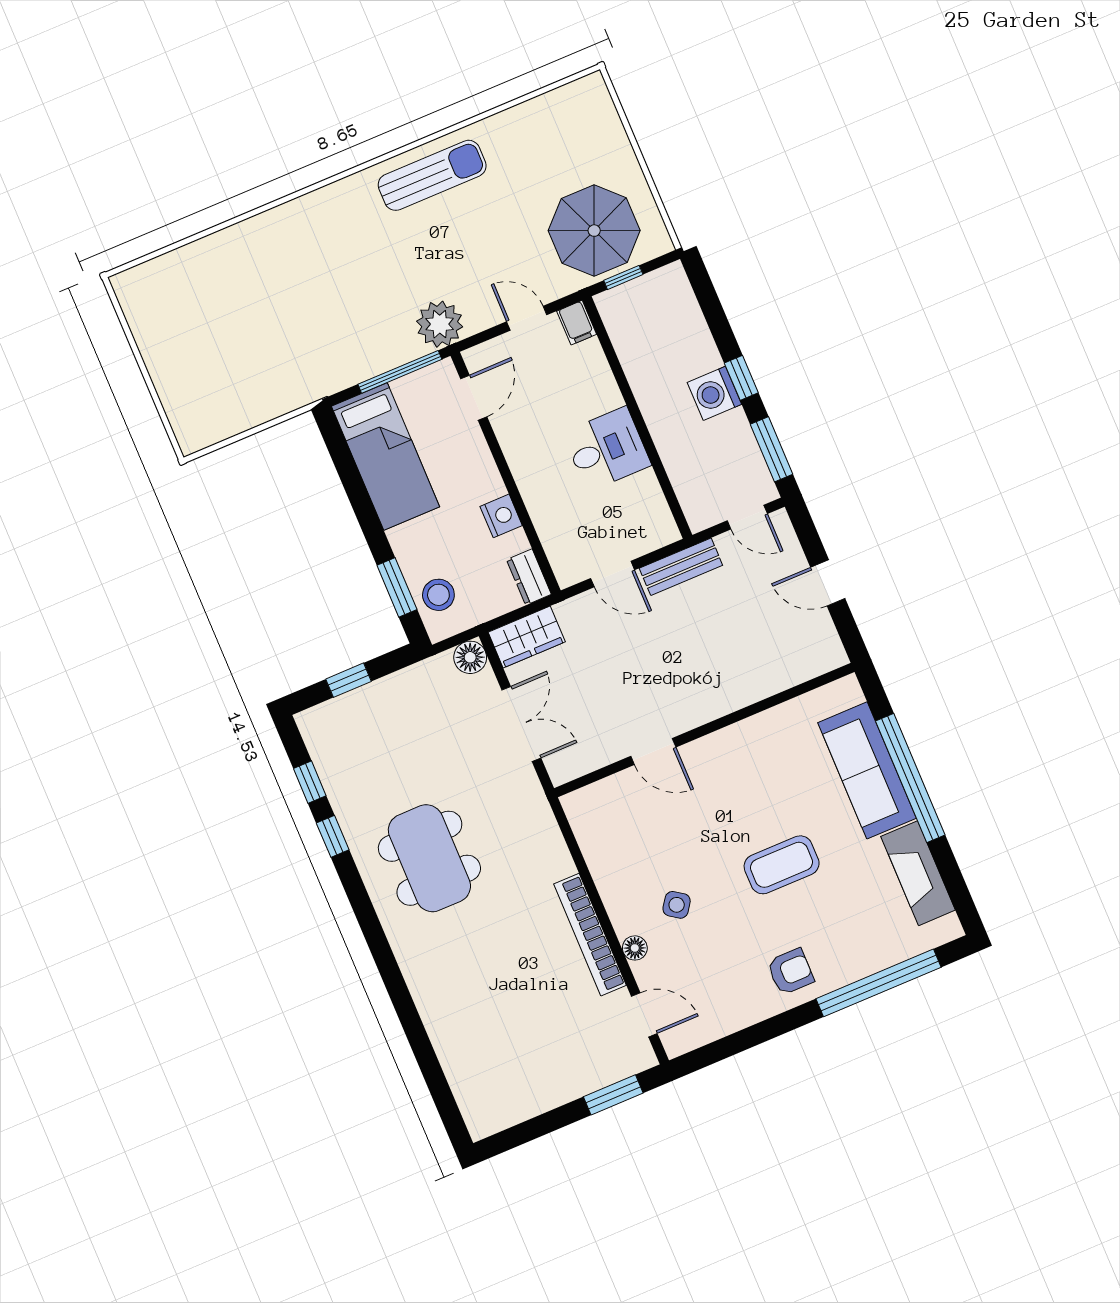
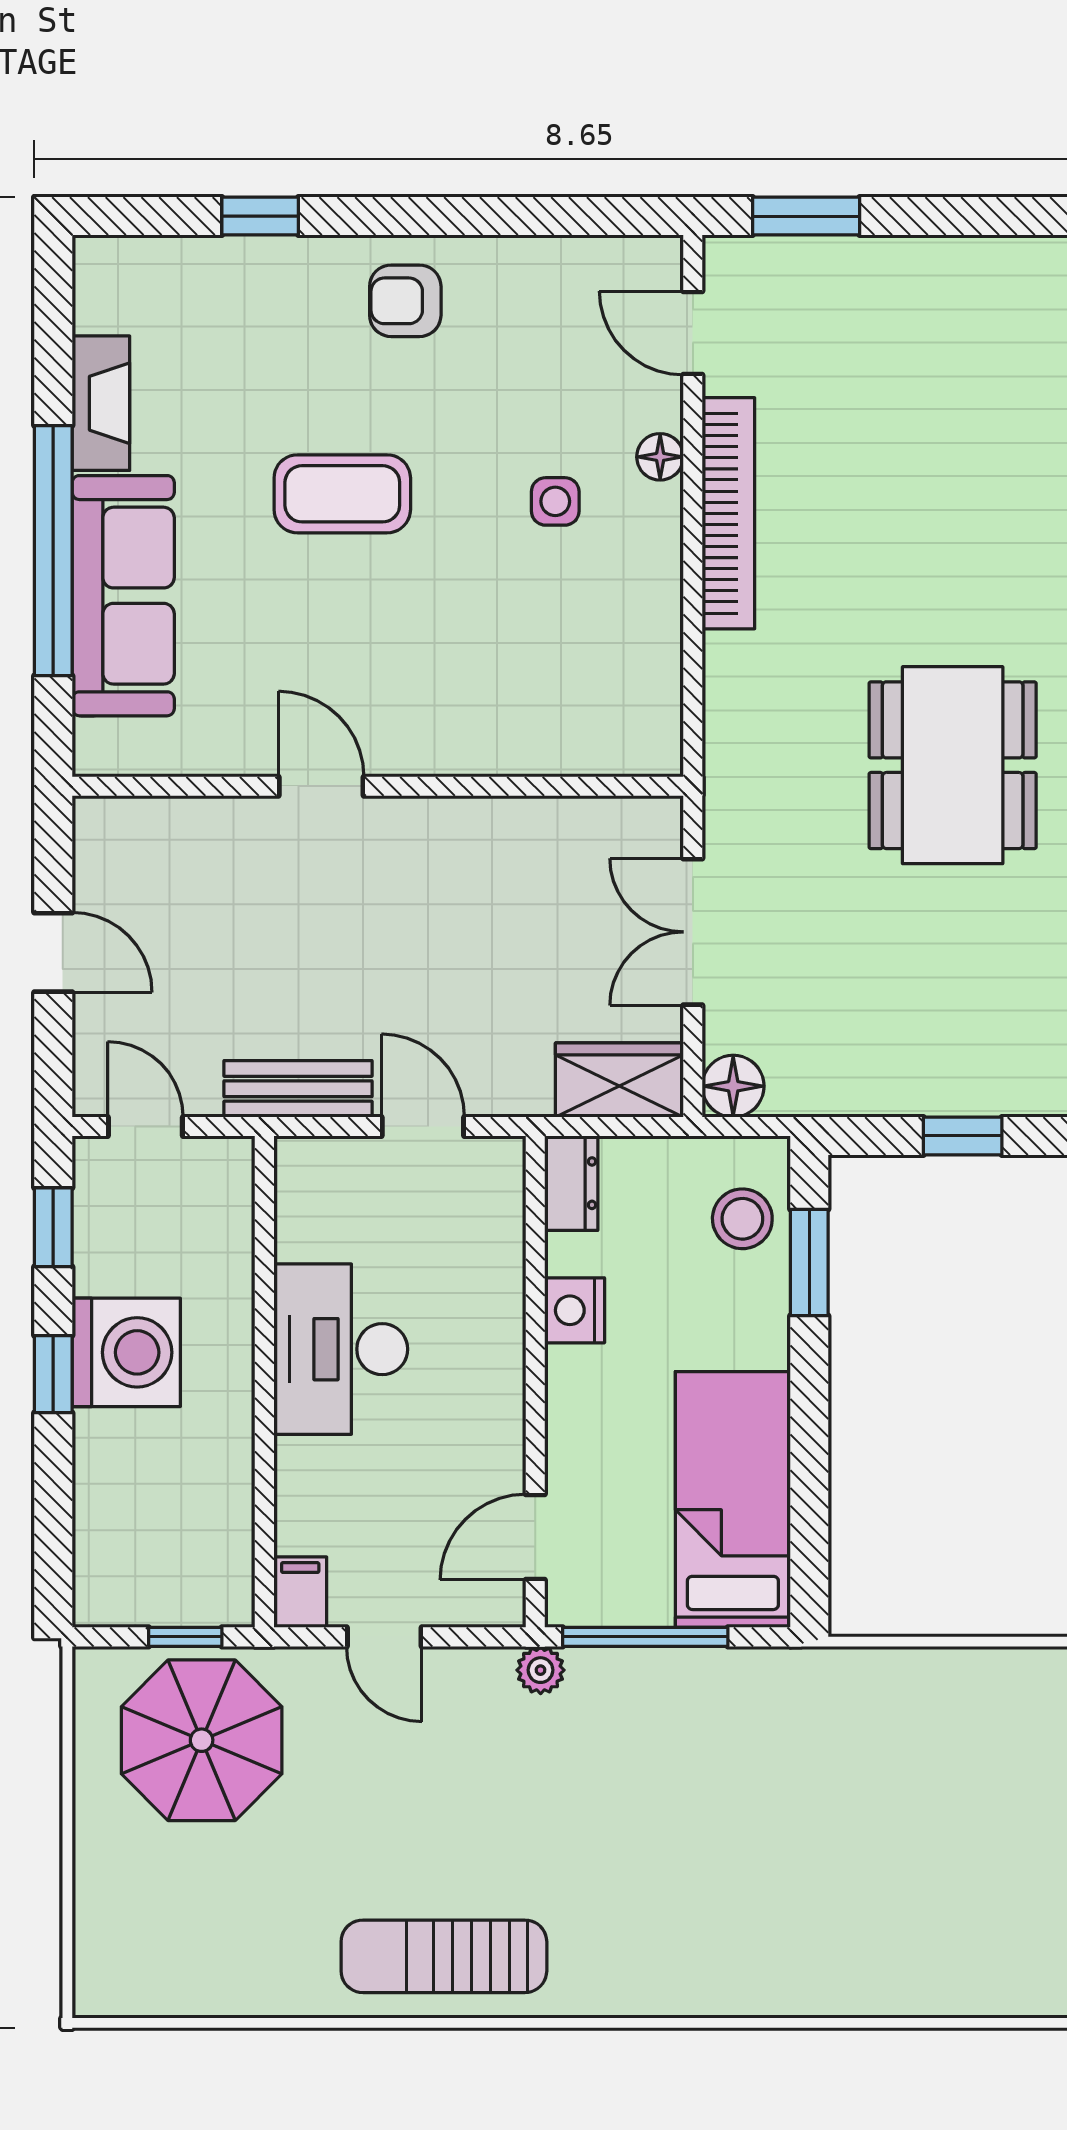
plant: (440, 324) -> (541, 1670), width x0.53, depth x0.53
washing machine: (714, 393) -> (126, 1352), width x1.37, depth x1.37
desk: (607, 449) -> (341, 1349), width x1.37
window: (771, 449) -> (53, 1227), width x0.67
door: (653, 752) -> (321, 786), moved
fireplace: (918, 873) -> (101, 403), width x0.73, depth x0.76
side table: (677, 905) -> (555, 501), turned -35
window: (878, 983) -> (260, 216), width x0.32

